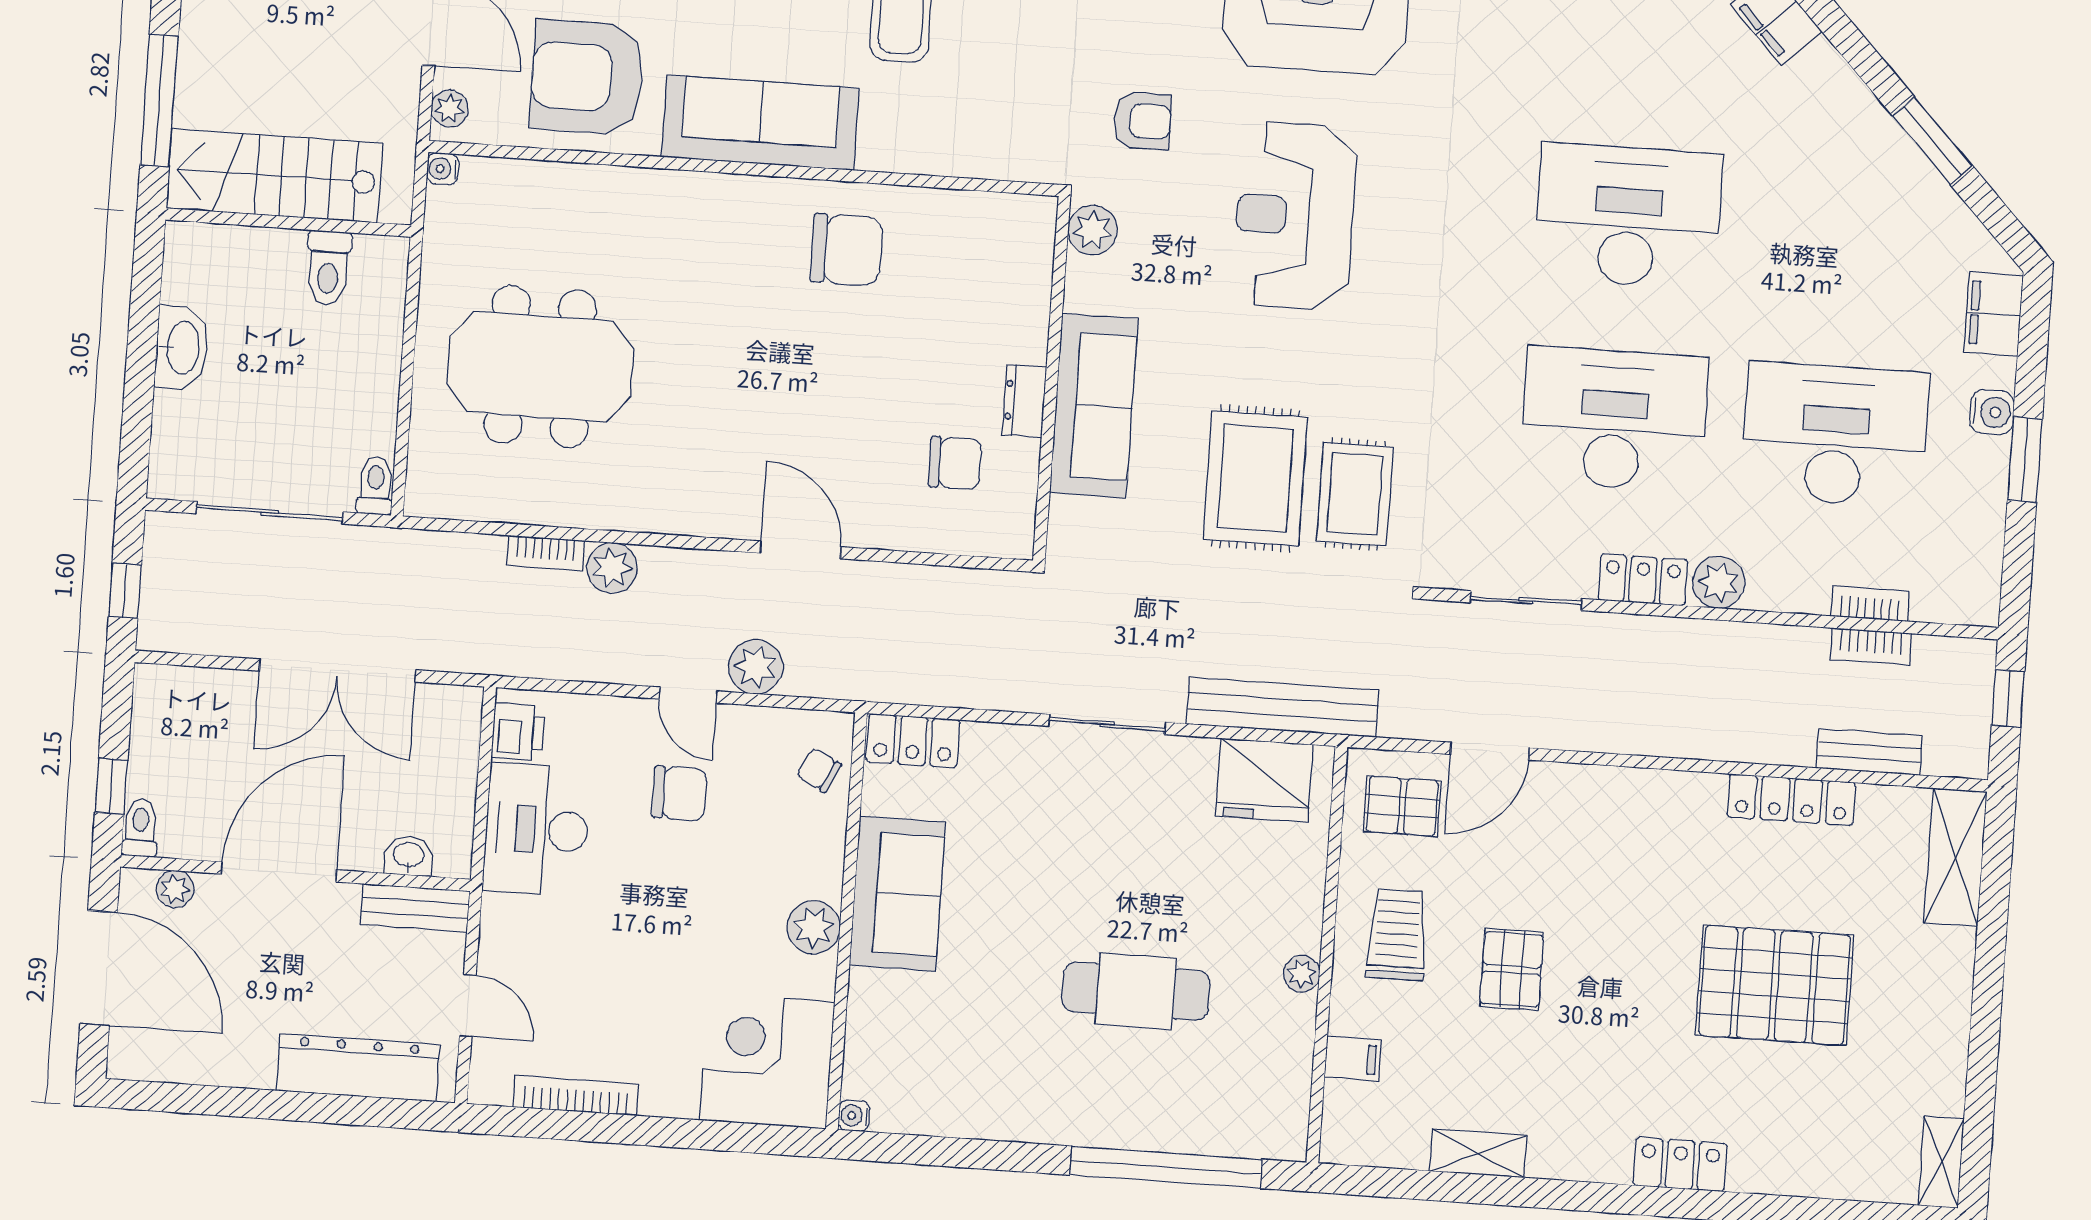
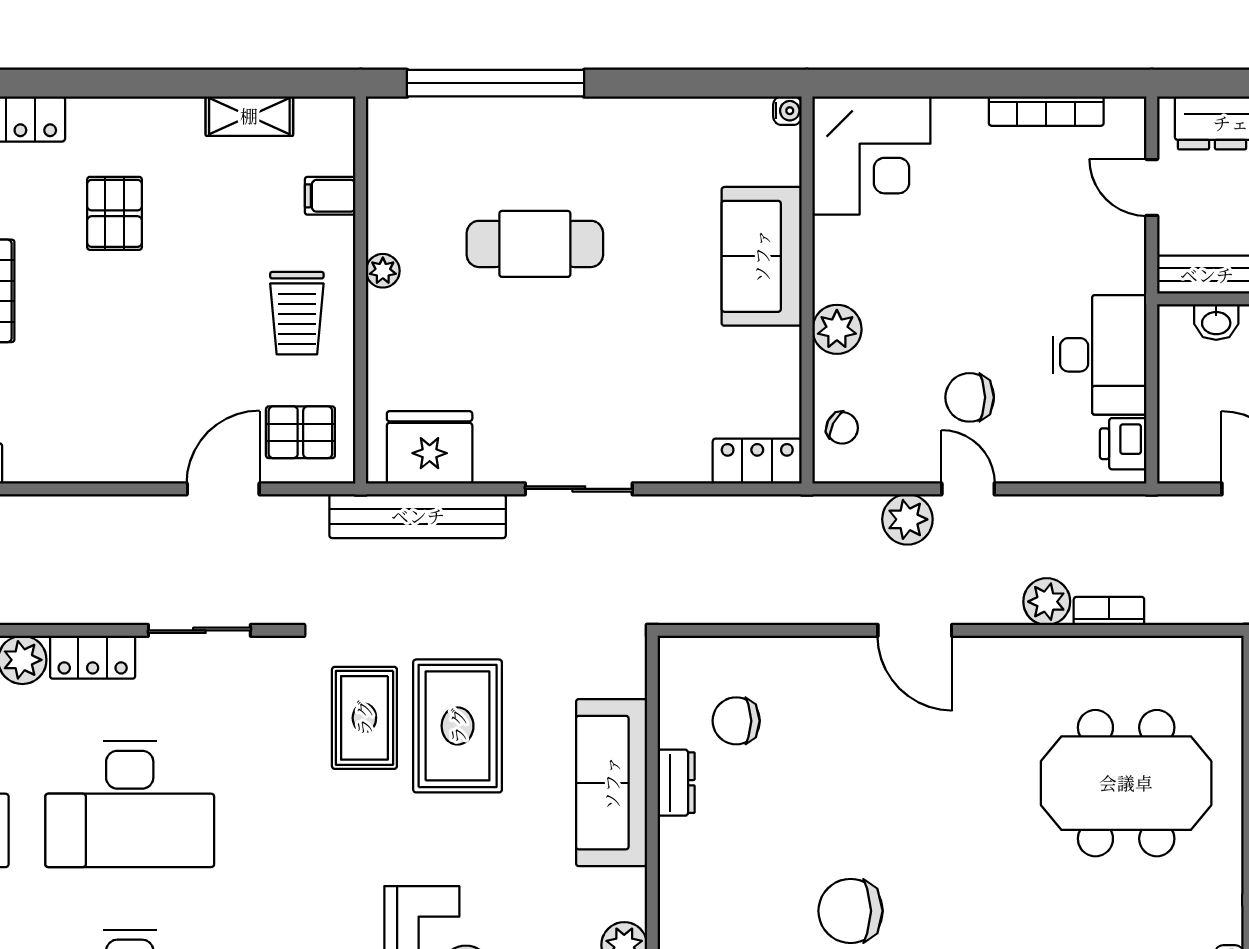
door: (801, 550) -> (915, 630), moved
sofa: (897, 894) -> (762, 256), moved
plant: (814, 927) -> (837, 329), moved
pallet: (1512, 969) -> (115, 213), moved
shelving: (1478, 1153) -> (249, 116), moved

